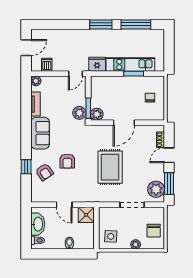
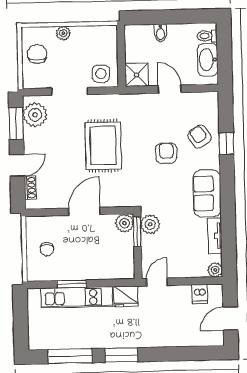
side table: (111, 236) -> (101, 74), moved

